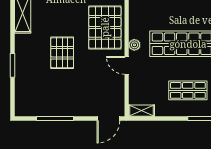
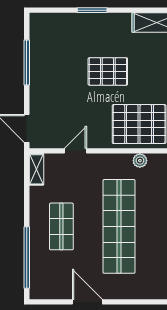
plant: (134, 45) -> (140, 161), moved
door: (127, 65) -> (75, 151), moved

